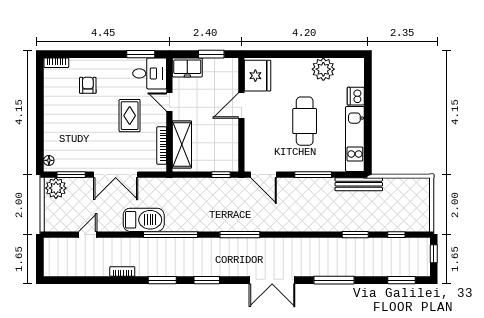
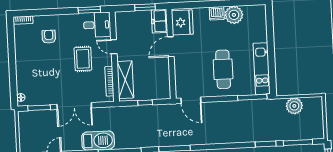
freezer: (187, 67) -> (159, 21), moved, turned 90
dishwasher: (356, 96) -> (217, 13), moved, turned -90
cafe table: (305, 121) -> (223, 69), moved
window: (221, 175) -> (145, 103), moved
window: (313, 175) -> (252, 97), moved
bench: (359, 184) -> (266, 104), removed
plant: (56, 188) -> (294, 106), moved
window: (396, 235) -> (298, 142), width x2.17

